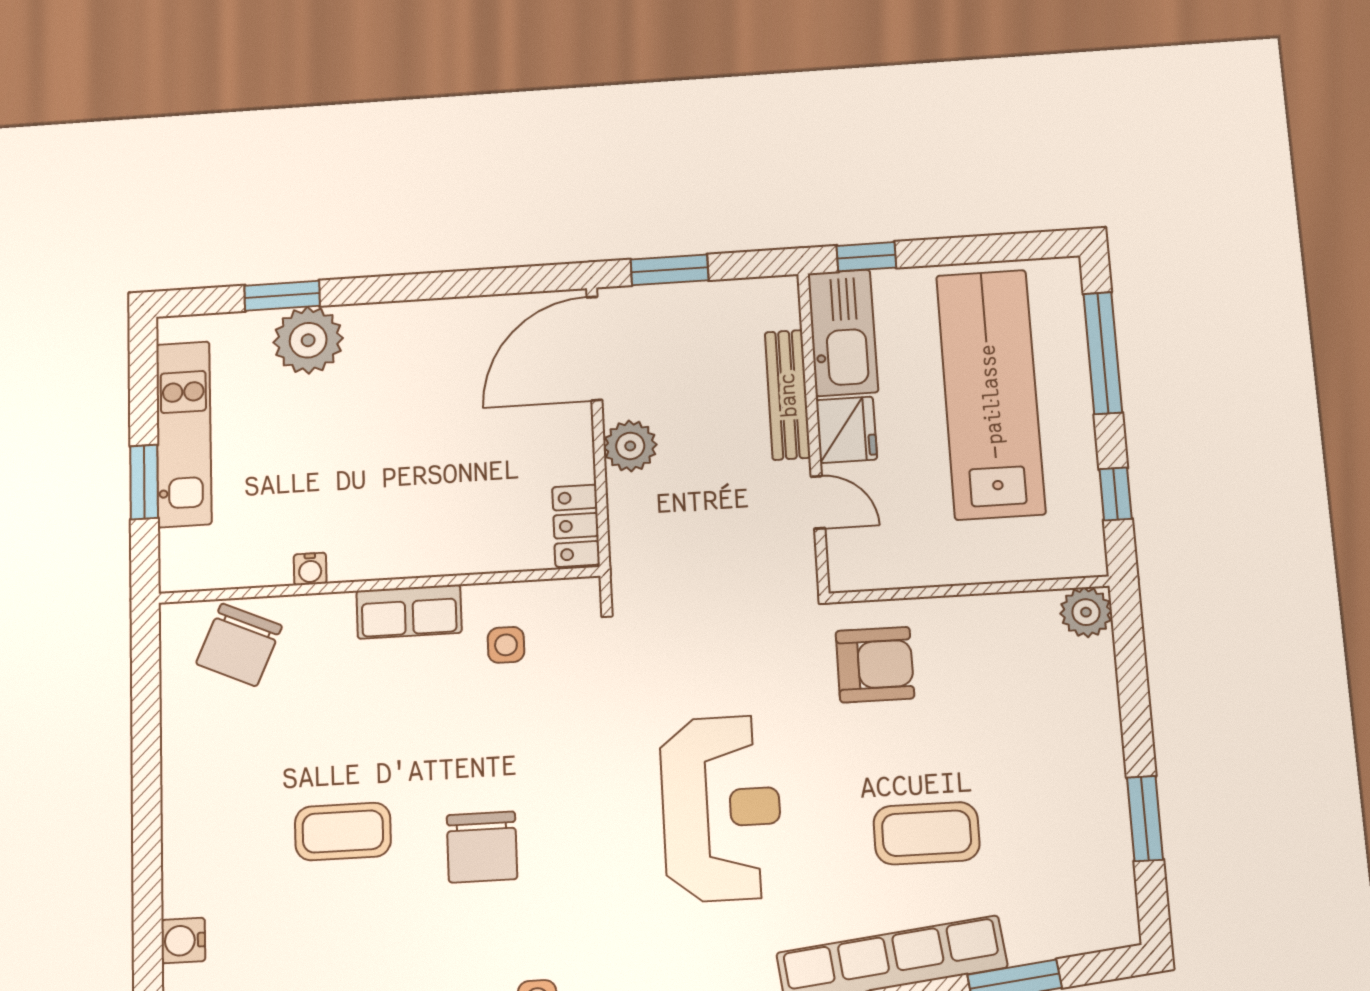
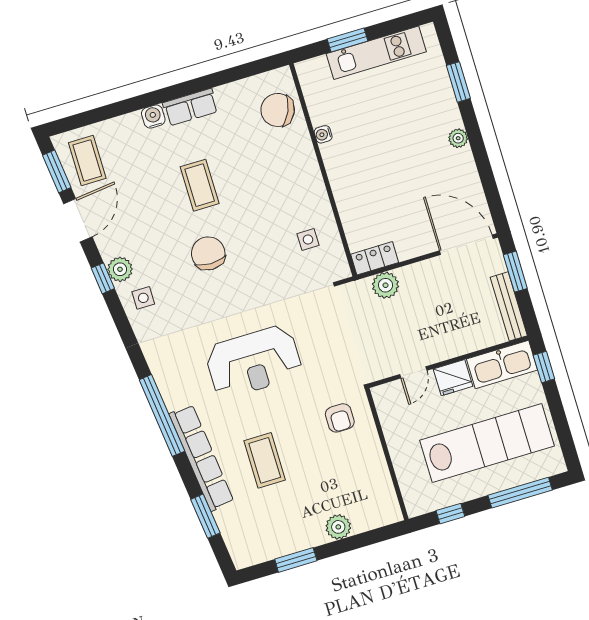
plant: (308, 340) -> (458, 138), moved, width x0.53, depth x0.53
bench: (788, 395) -> (509, 306), moved, turned 90
plant: (630, 446) -> (386, 285), moved
row of seats: (409, 612) -> (190, 107), moved, turned -90
plant: (1086, 612) -> (338, 527), moved
armchair: (875, 665) -> (340, 418), width x0.72, depth x0.72
chair: (482, 847) -> (208, 253), turned 90
water cooler: (183, 941) -> (153, 116), moved

